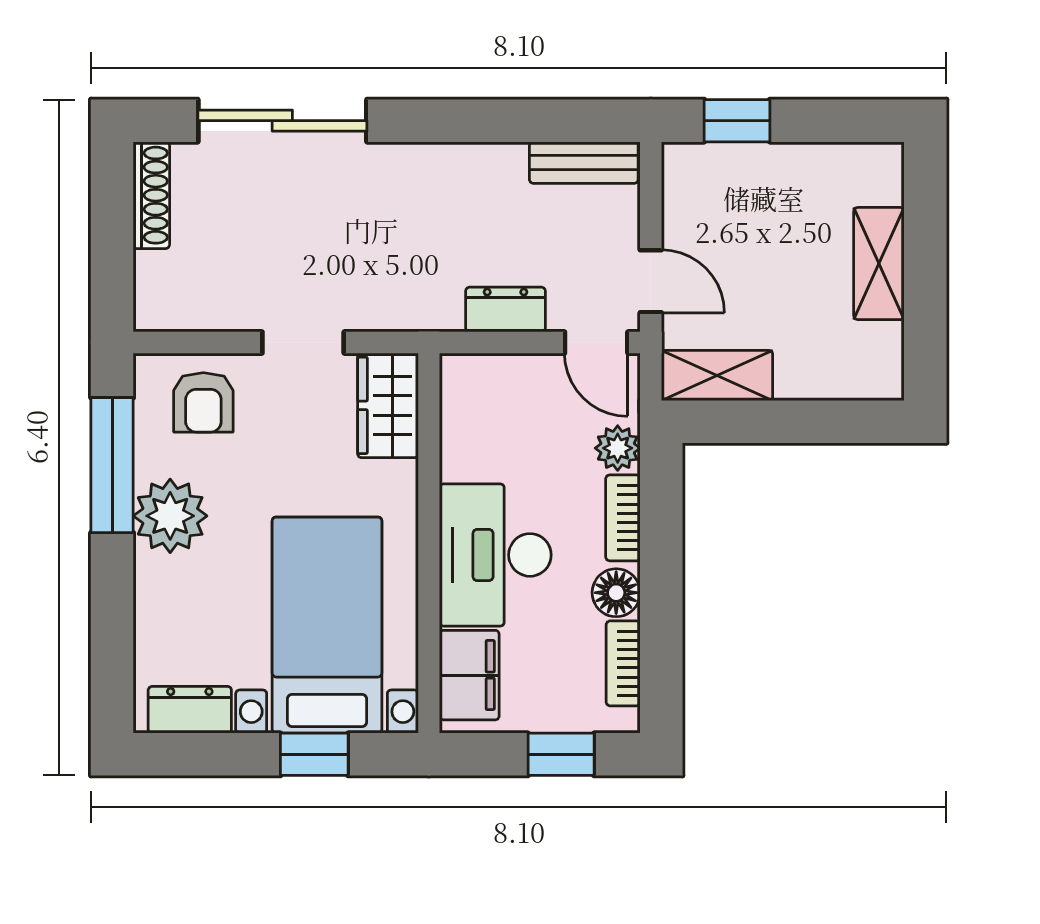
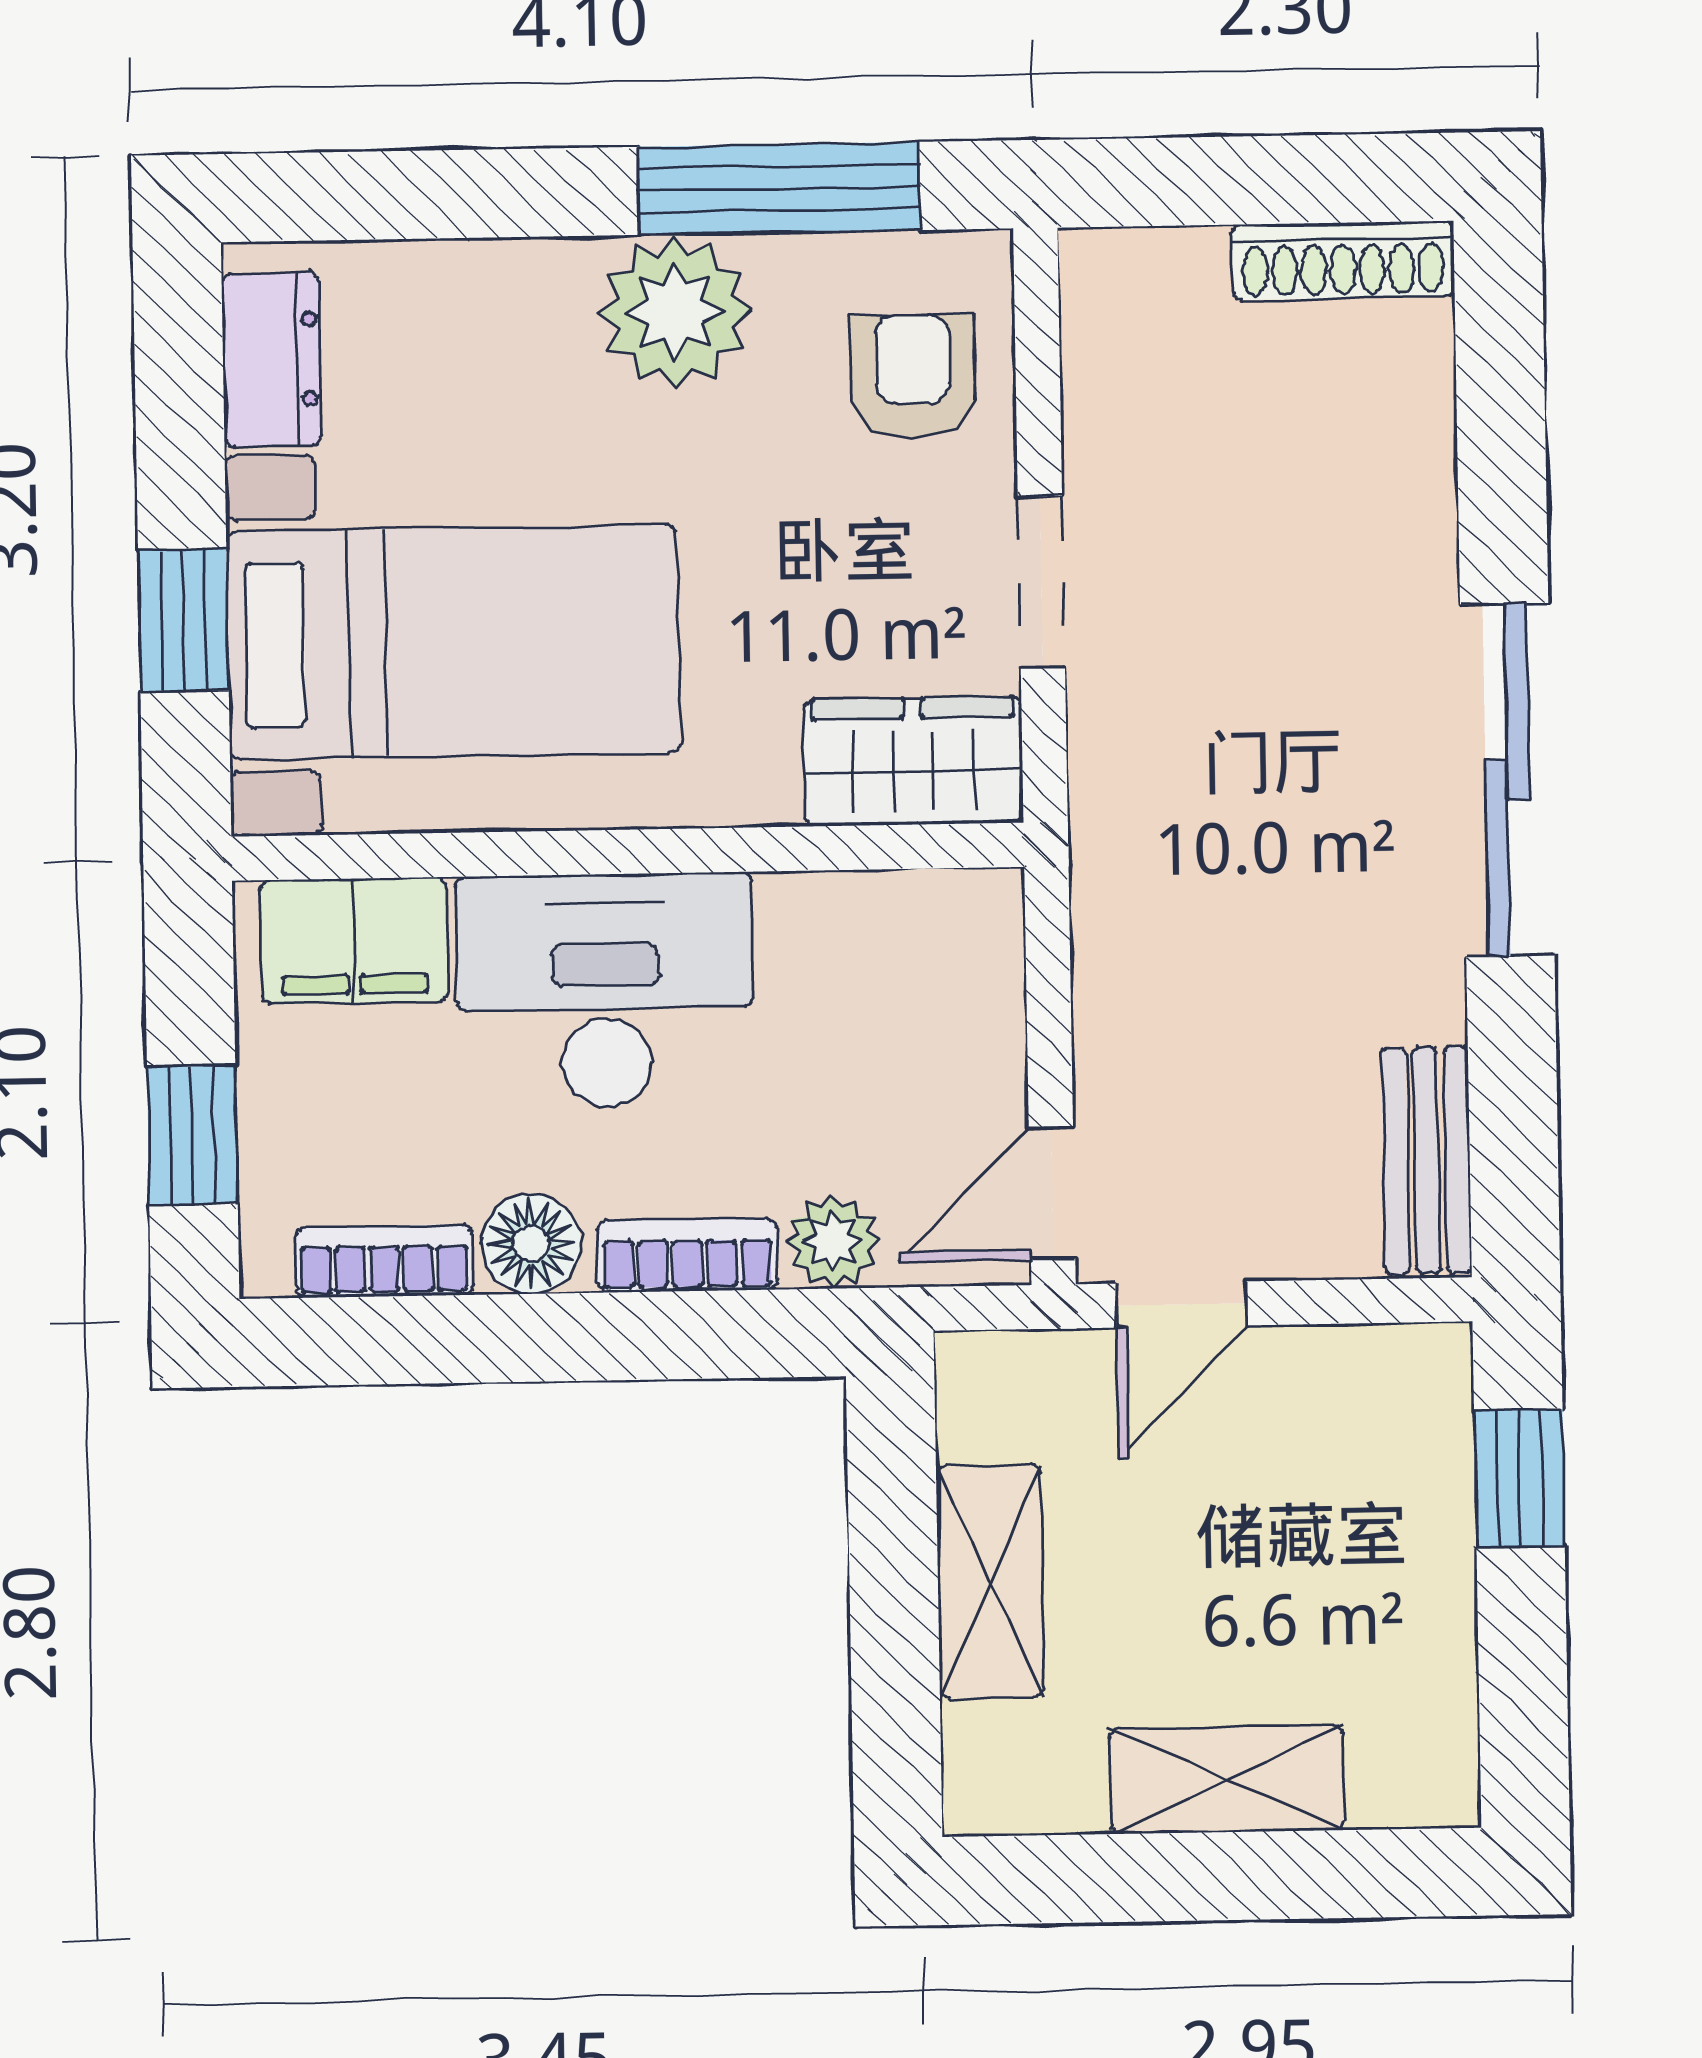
sliding door: (282, 121) -> (1507, 780), moved
dresser: (505, 309) -> (1117, 1003), removed
shelving: (717, 375) -> (990, 1581), moved
armchair: (203, 402) -> (913, 377), turned 90

